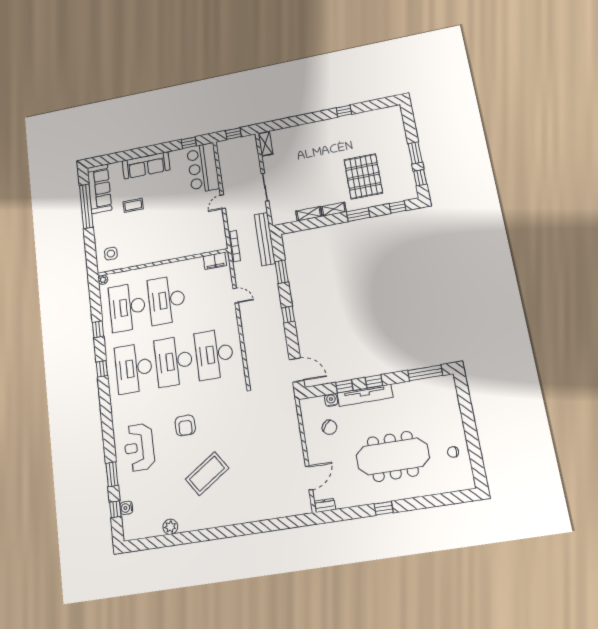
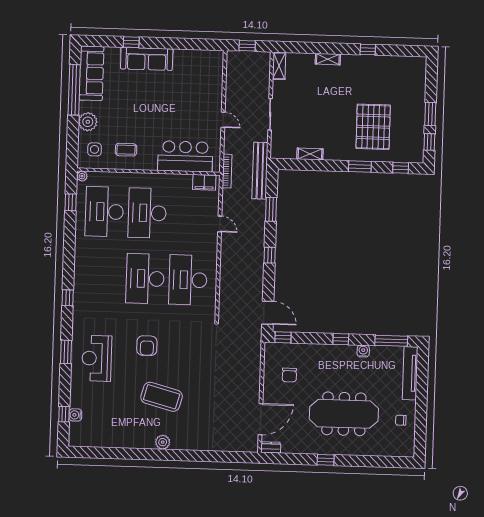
window: (189, 143) -> (131, 42), moved
bar counter: (203, 168) -> (185, 156), moved, turned 90
door: (223, 202) -> (223, 120), swing flipped
coffee table: (133, 205) -> (126, 150), moved
shelving: (334, 209) -> (328, 59), moved
plant: (102, 231) -> (88, 122), added
window: (98, 329) -> (71, 202), moved
desk: (134, 368) -> (102, 277), removed
window: (102, 369) -> (68, 298), moved
window: (344, 386) -> (283, 337), moved
tv unit: (365, 395) -> (410, 373), moved, turned 90
water cooler: (331, 400) -> (363, 351), moved
chair: (330, 427) -> (289, 375), turned 49
window: (112, 474) -> (66, 352), moved
coffee table: (207, 474) -> (162, 397), turned 49
door: (309, 478) -> (261, 419), width x1.36
plant: (170, 527) -> (163, 442), moved

